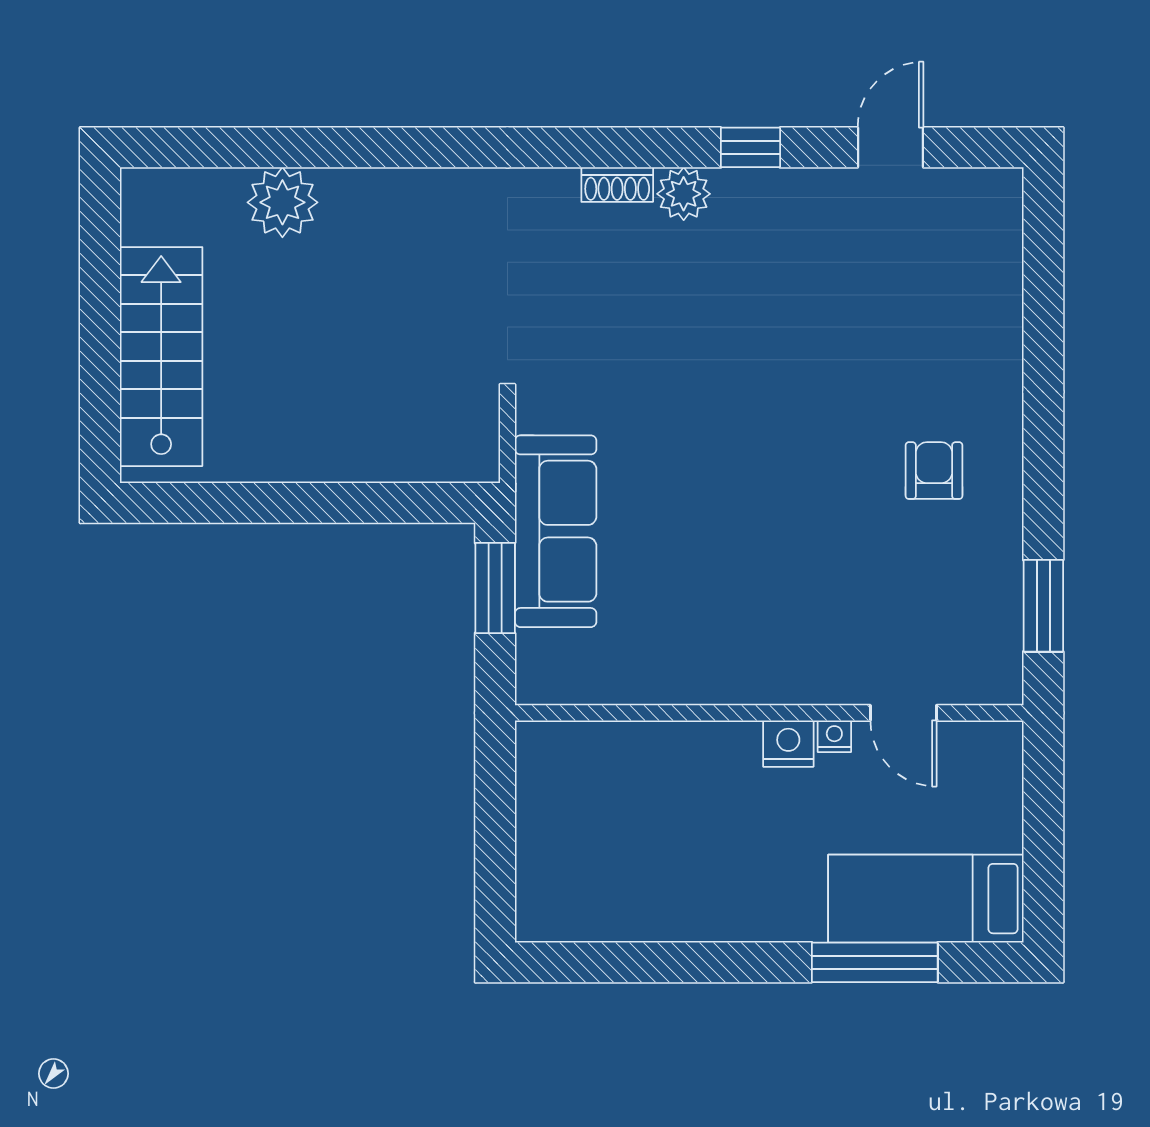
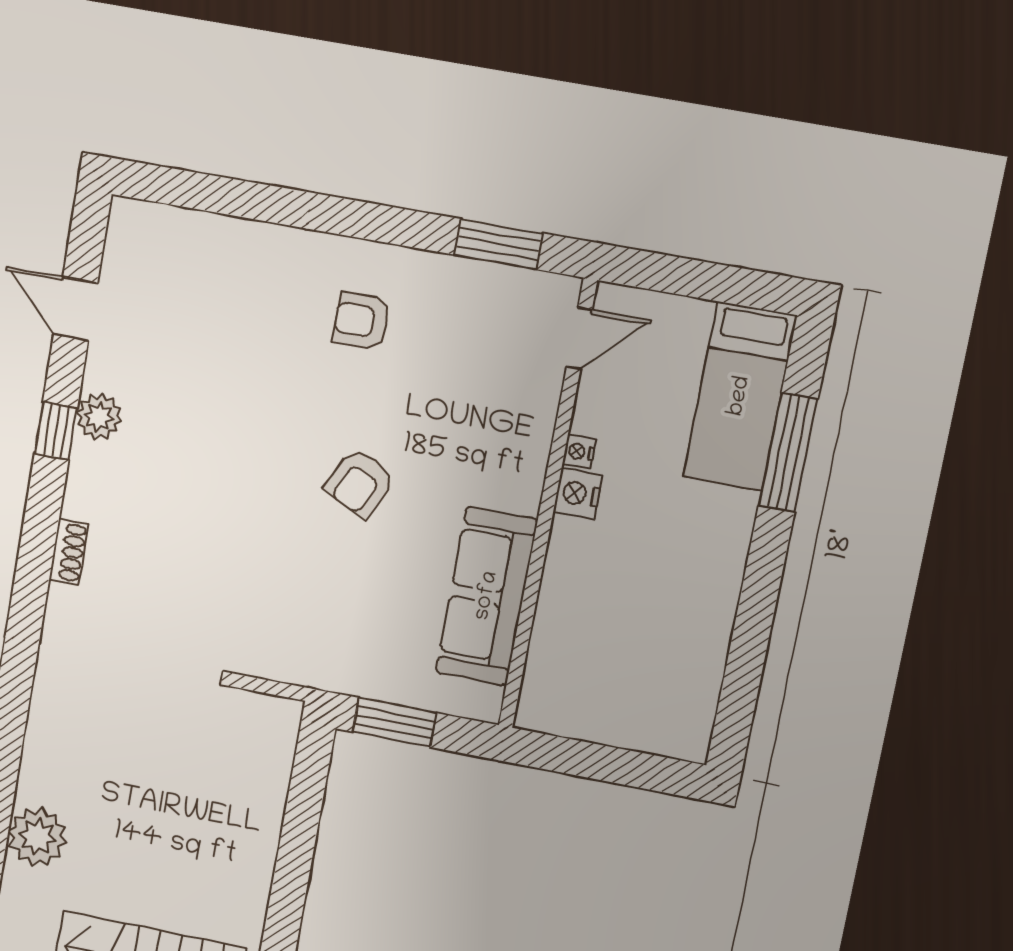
plant: (684, 194) -> (99, 417), moved
armchair: (755, 501) -> (360, 483), added
sofa: (556, 531) -> (487, 596), moved, turned -90
door: (903, 713) -> (579, 338), moved

